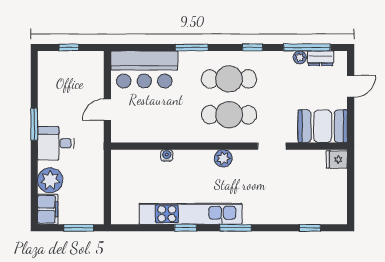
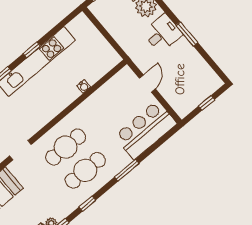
plant: (223, 158) -> (45, 116), removed

